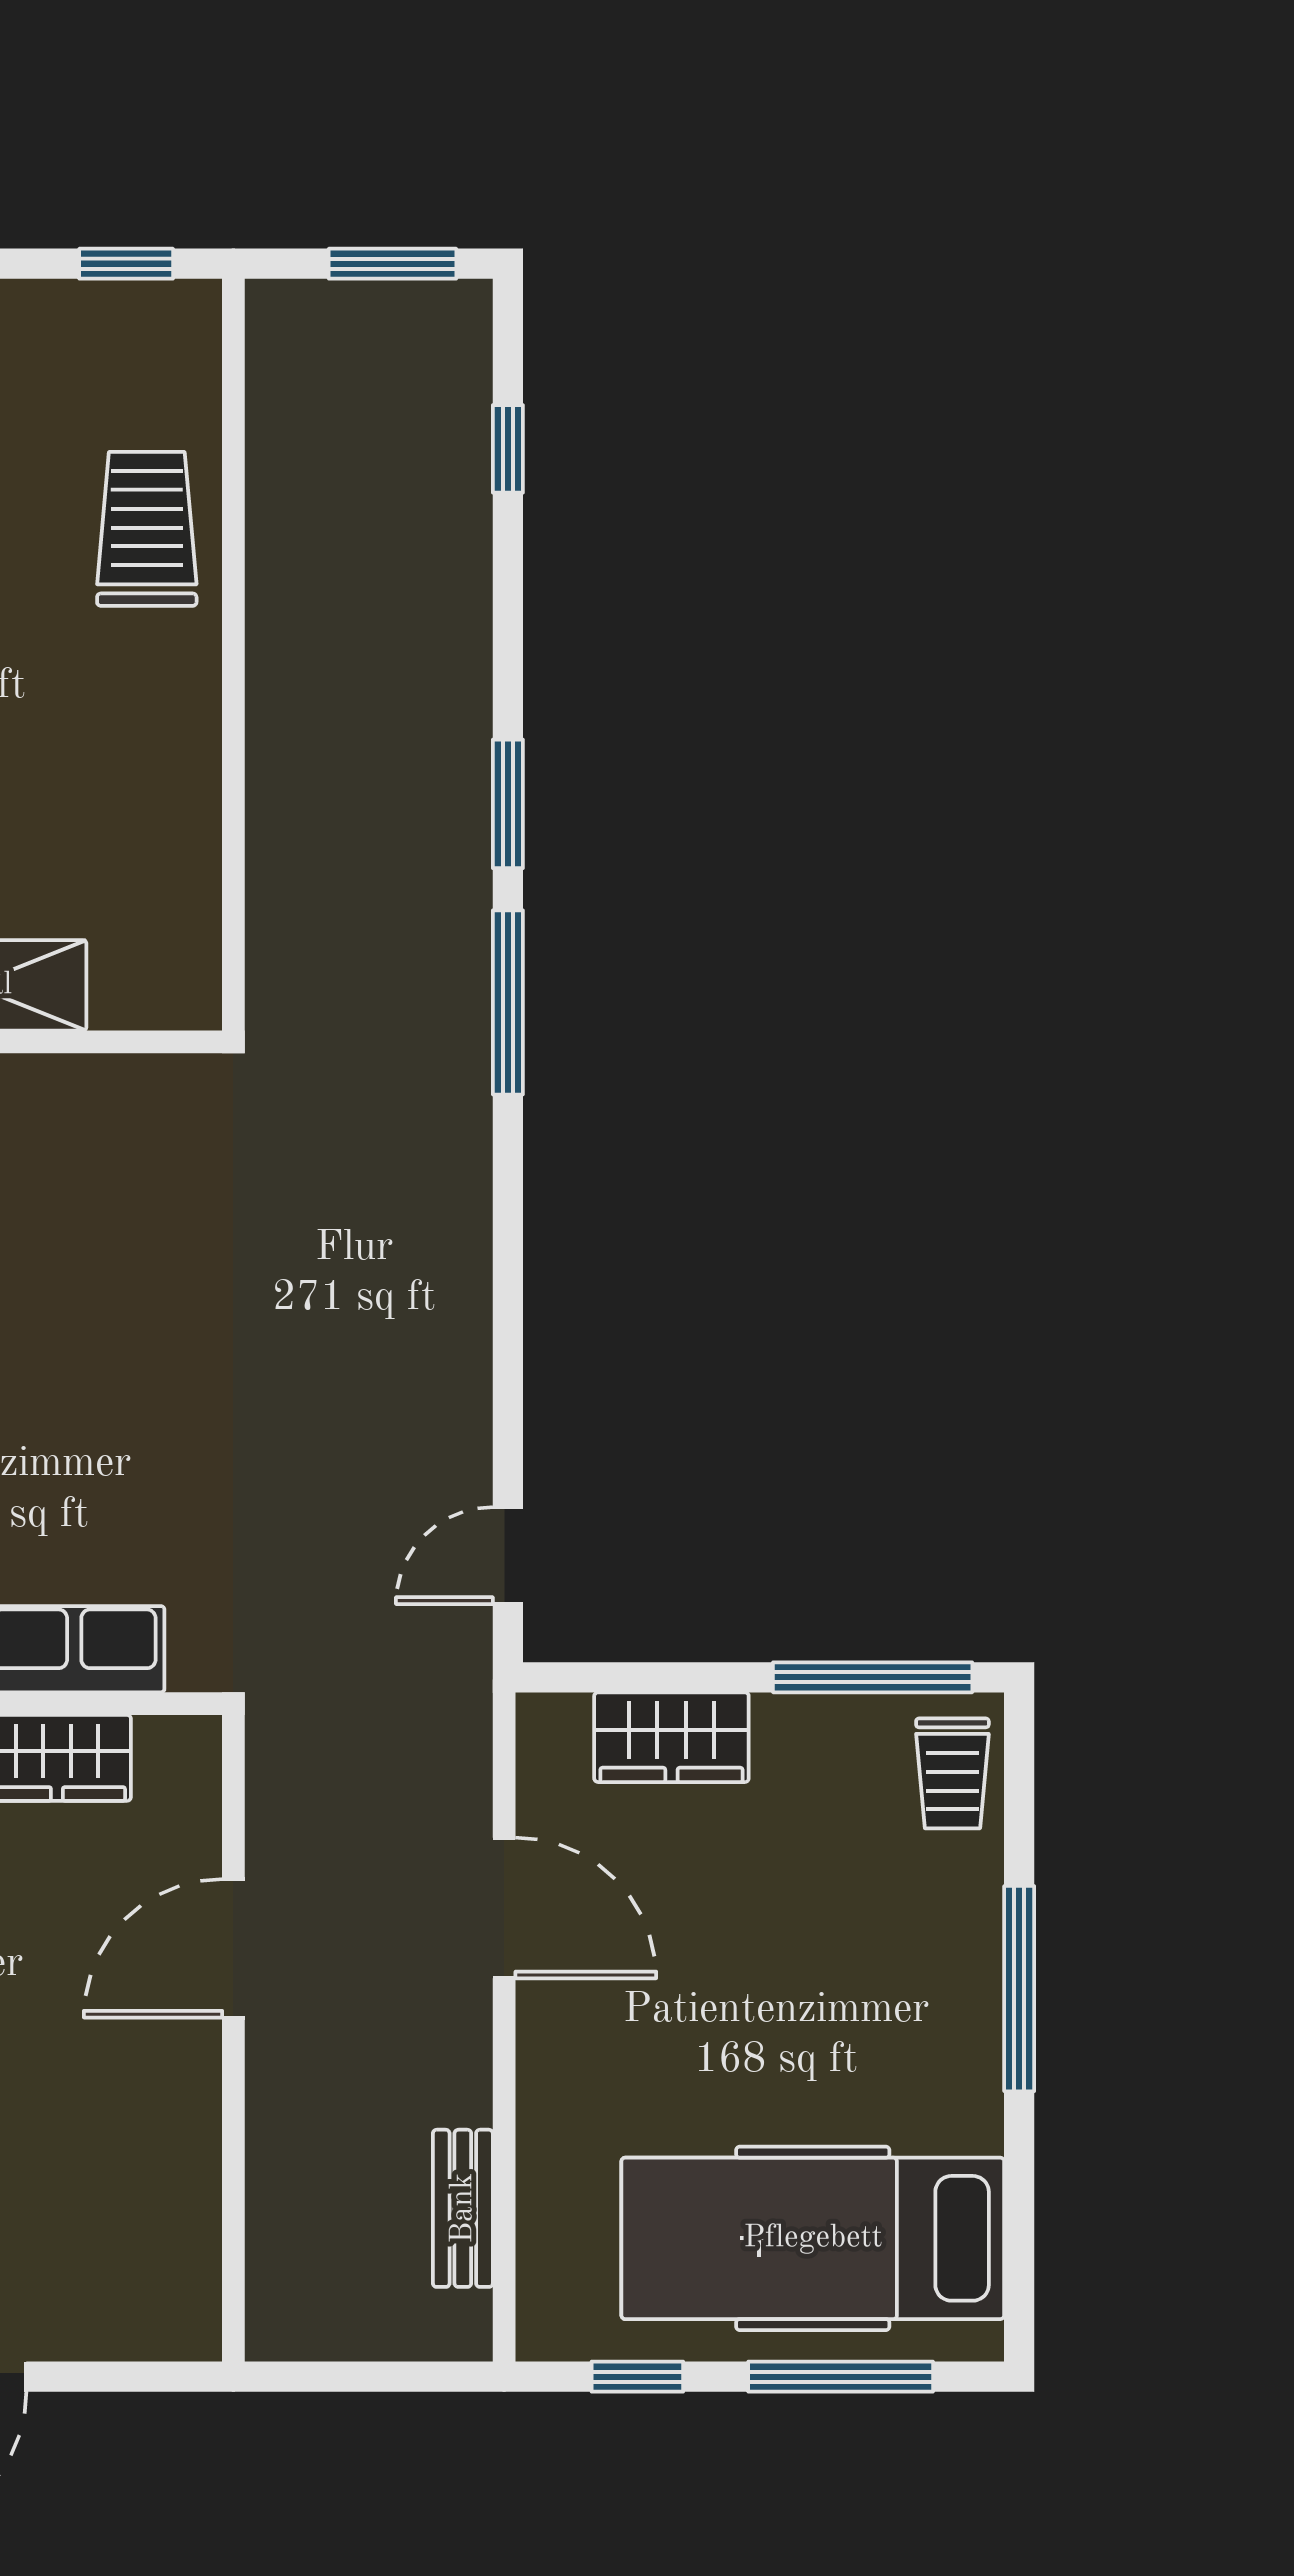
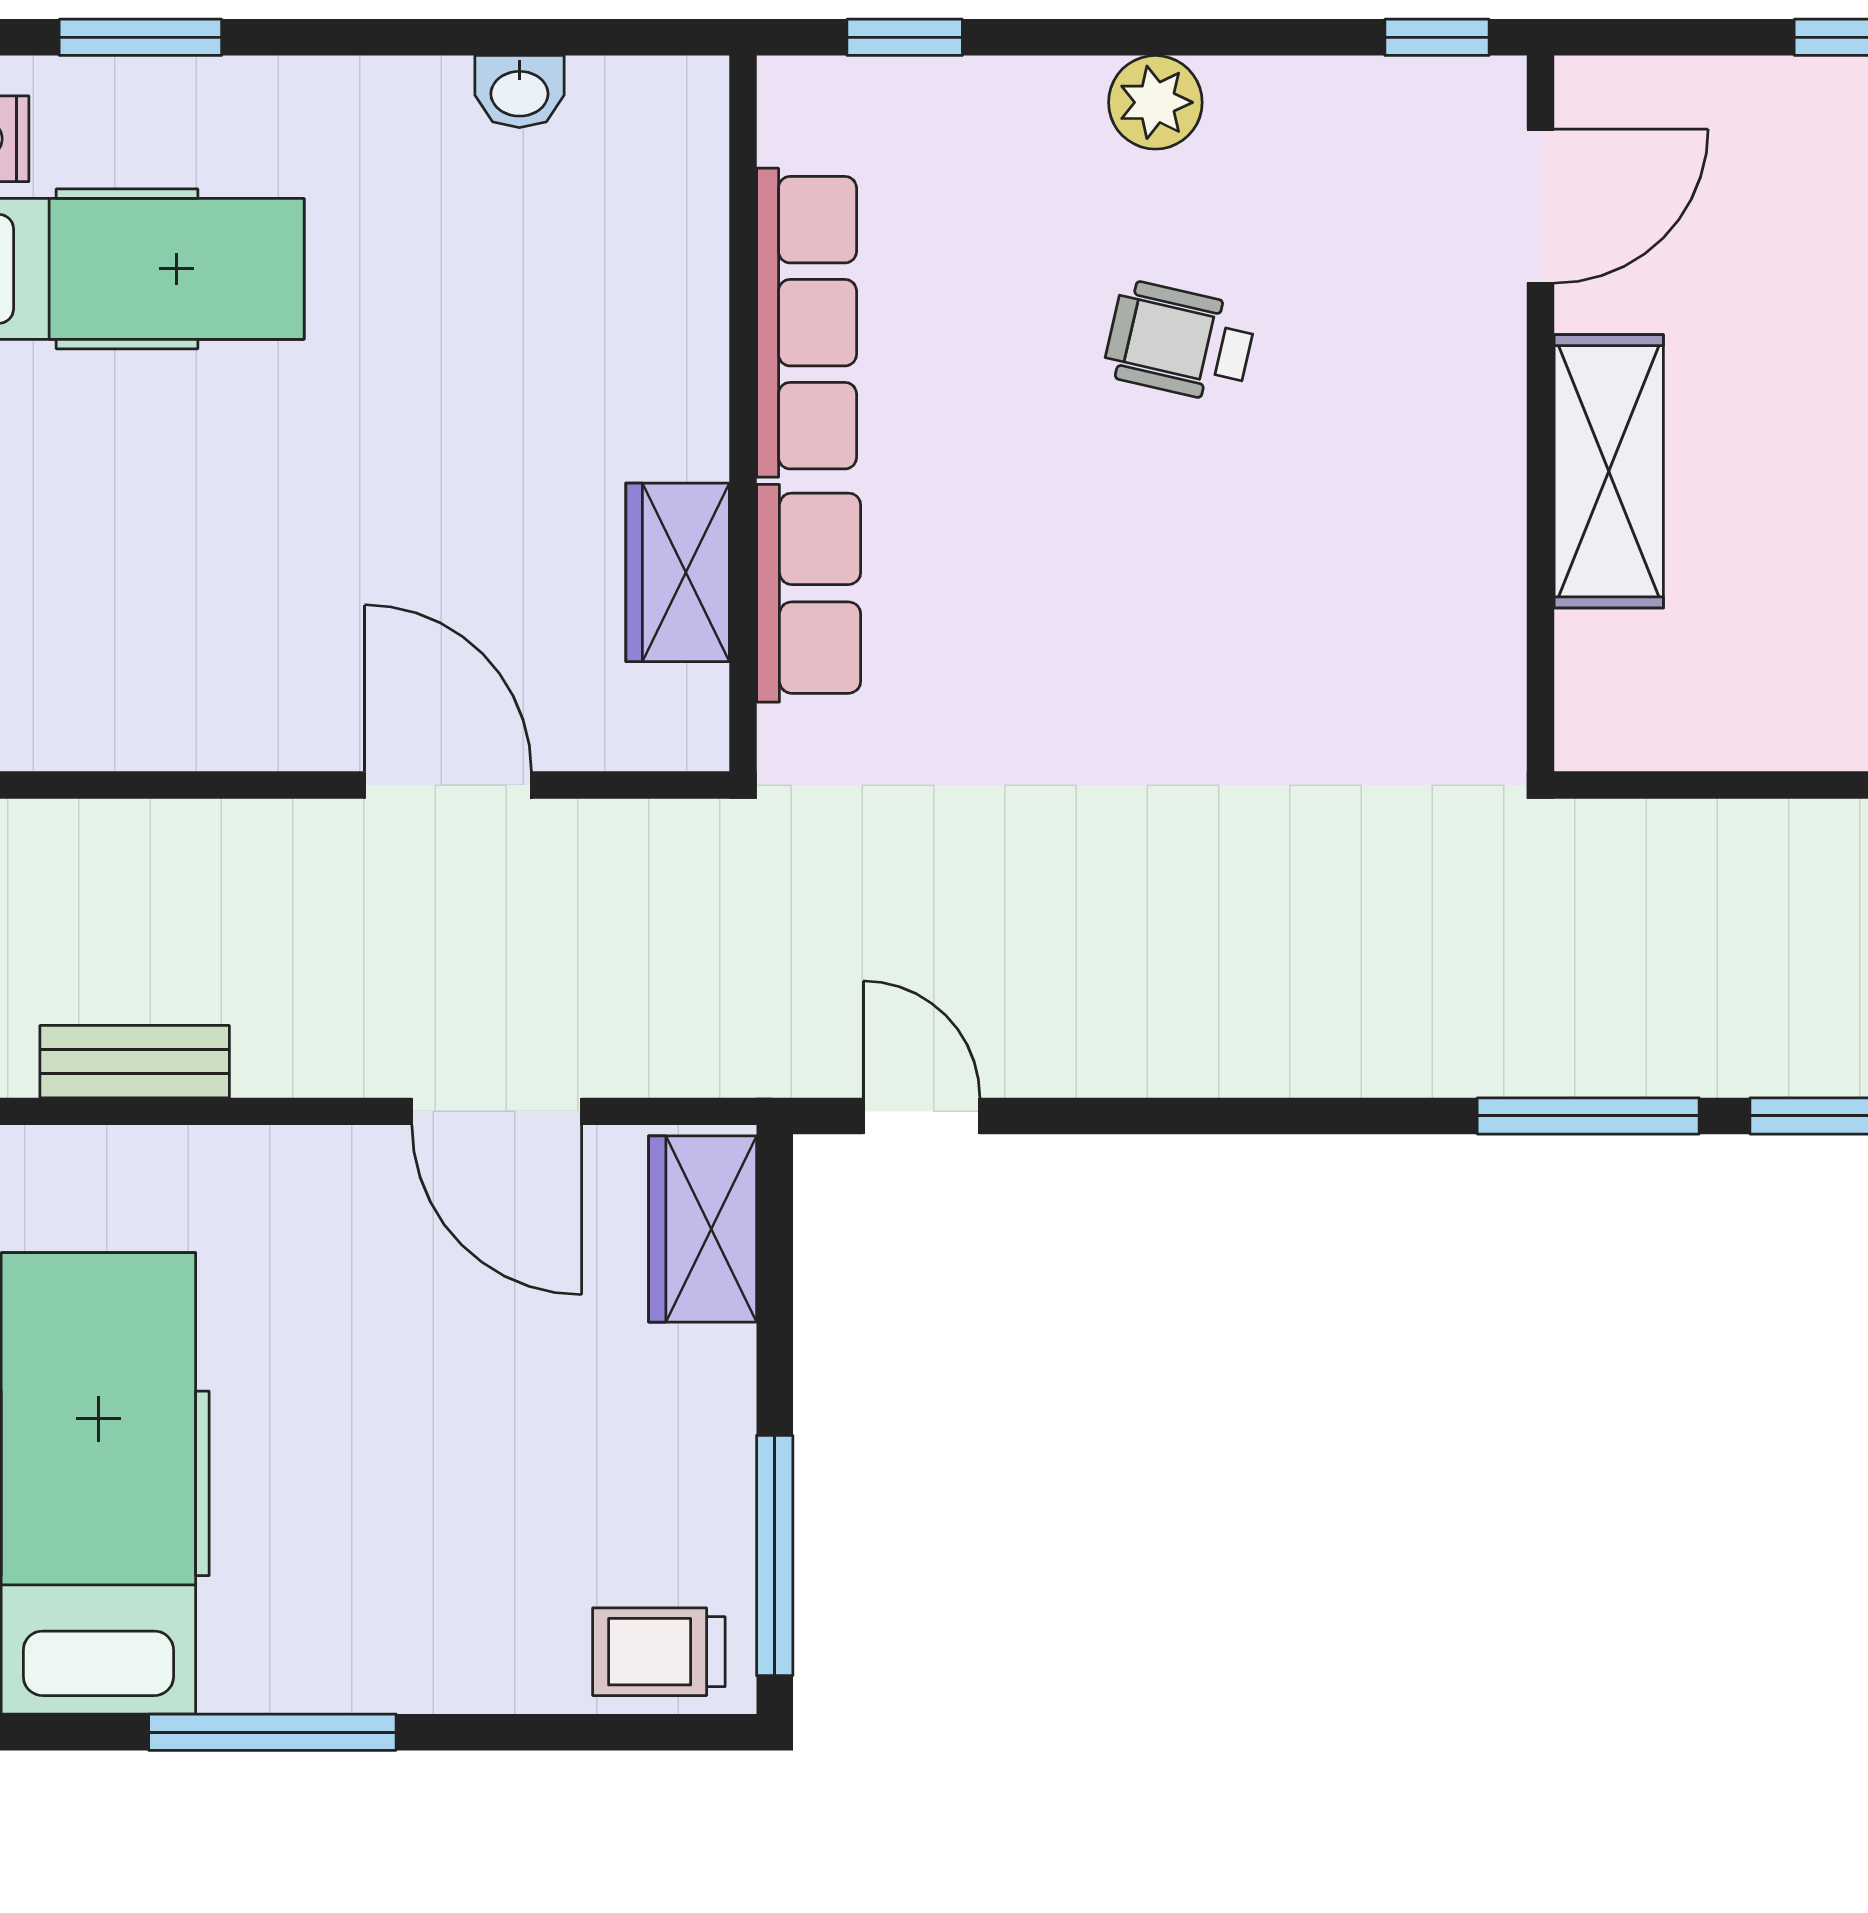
wardrobe: (671, 1737) -> (703, 1229), moved
door: (504, 1908) -> (497, 1111), hinge flipped
window: (1019, 1989) -> (272, 1732), moved

